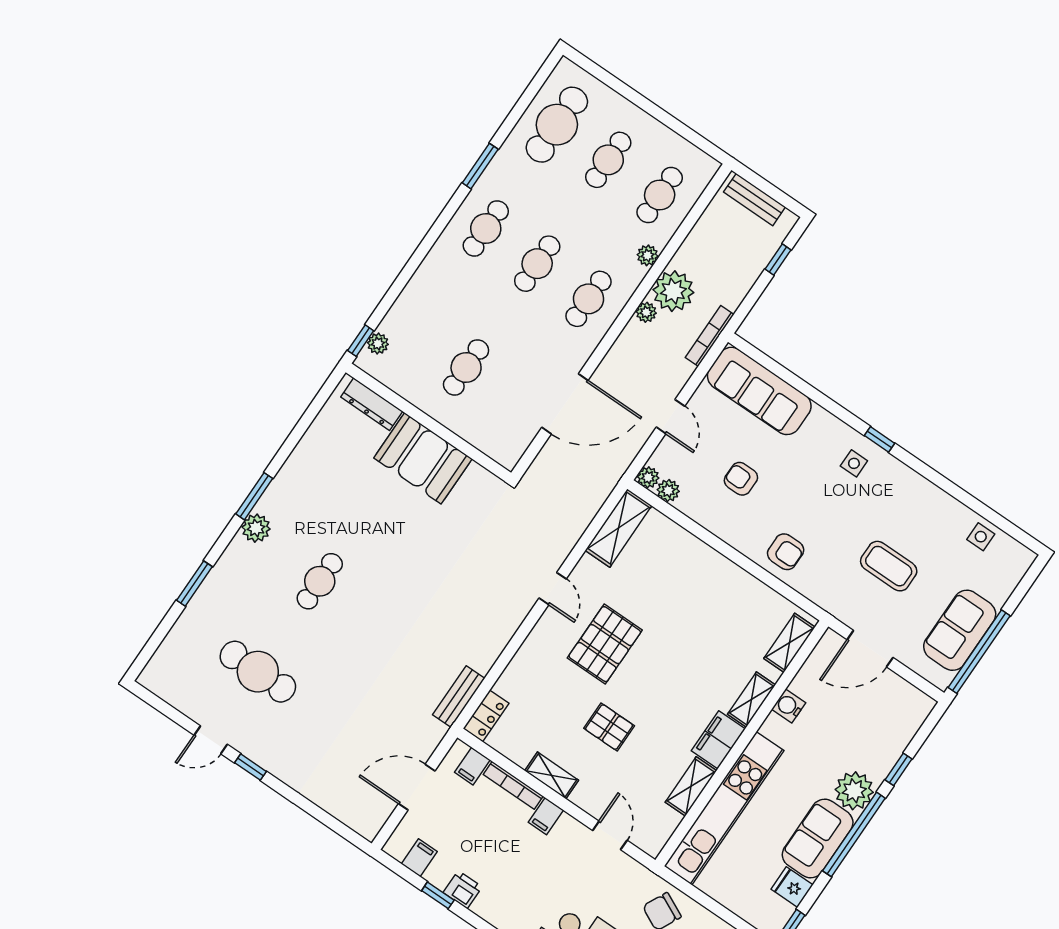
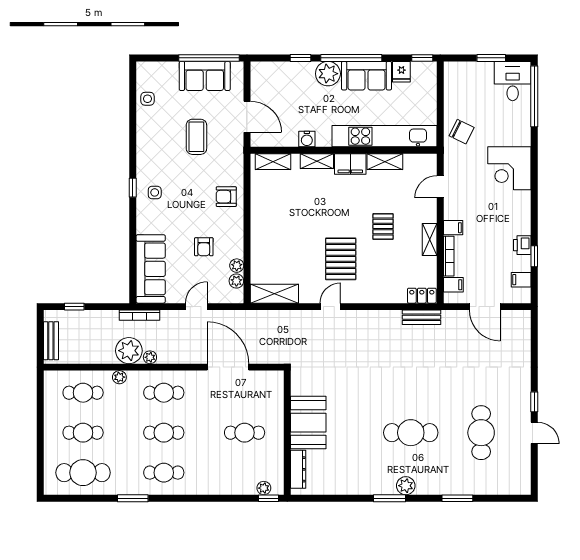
plant: (648, 477) -> (237, 266), moved
armchair: (786, 552) -> (226, 197), turned -90
cafe table: (320, 581) -> (411, 433), width x1.37, depth x1.35
pallet: (605, 644) -> (341, 259), turned 90

